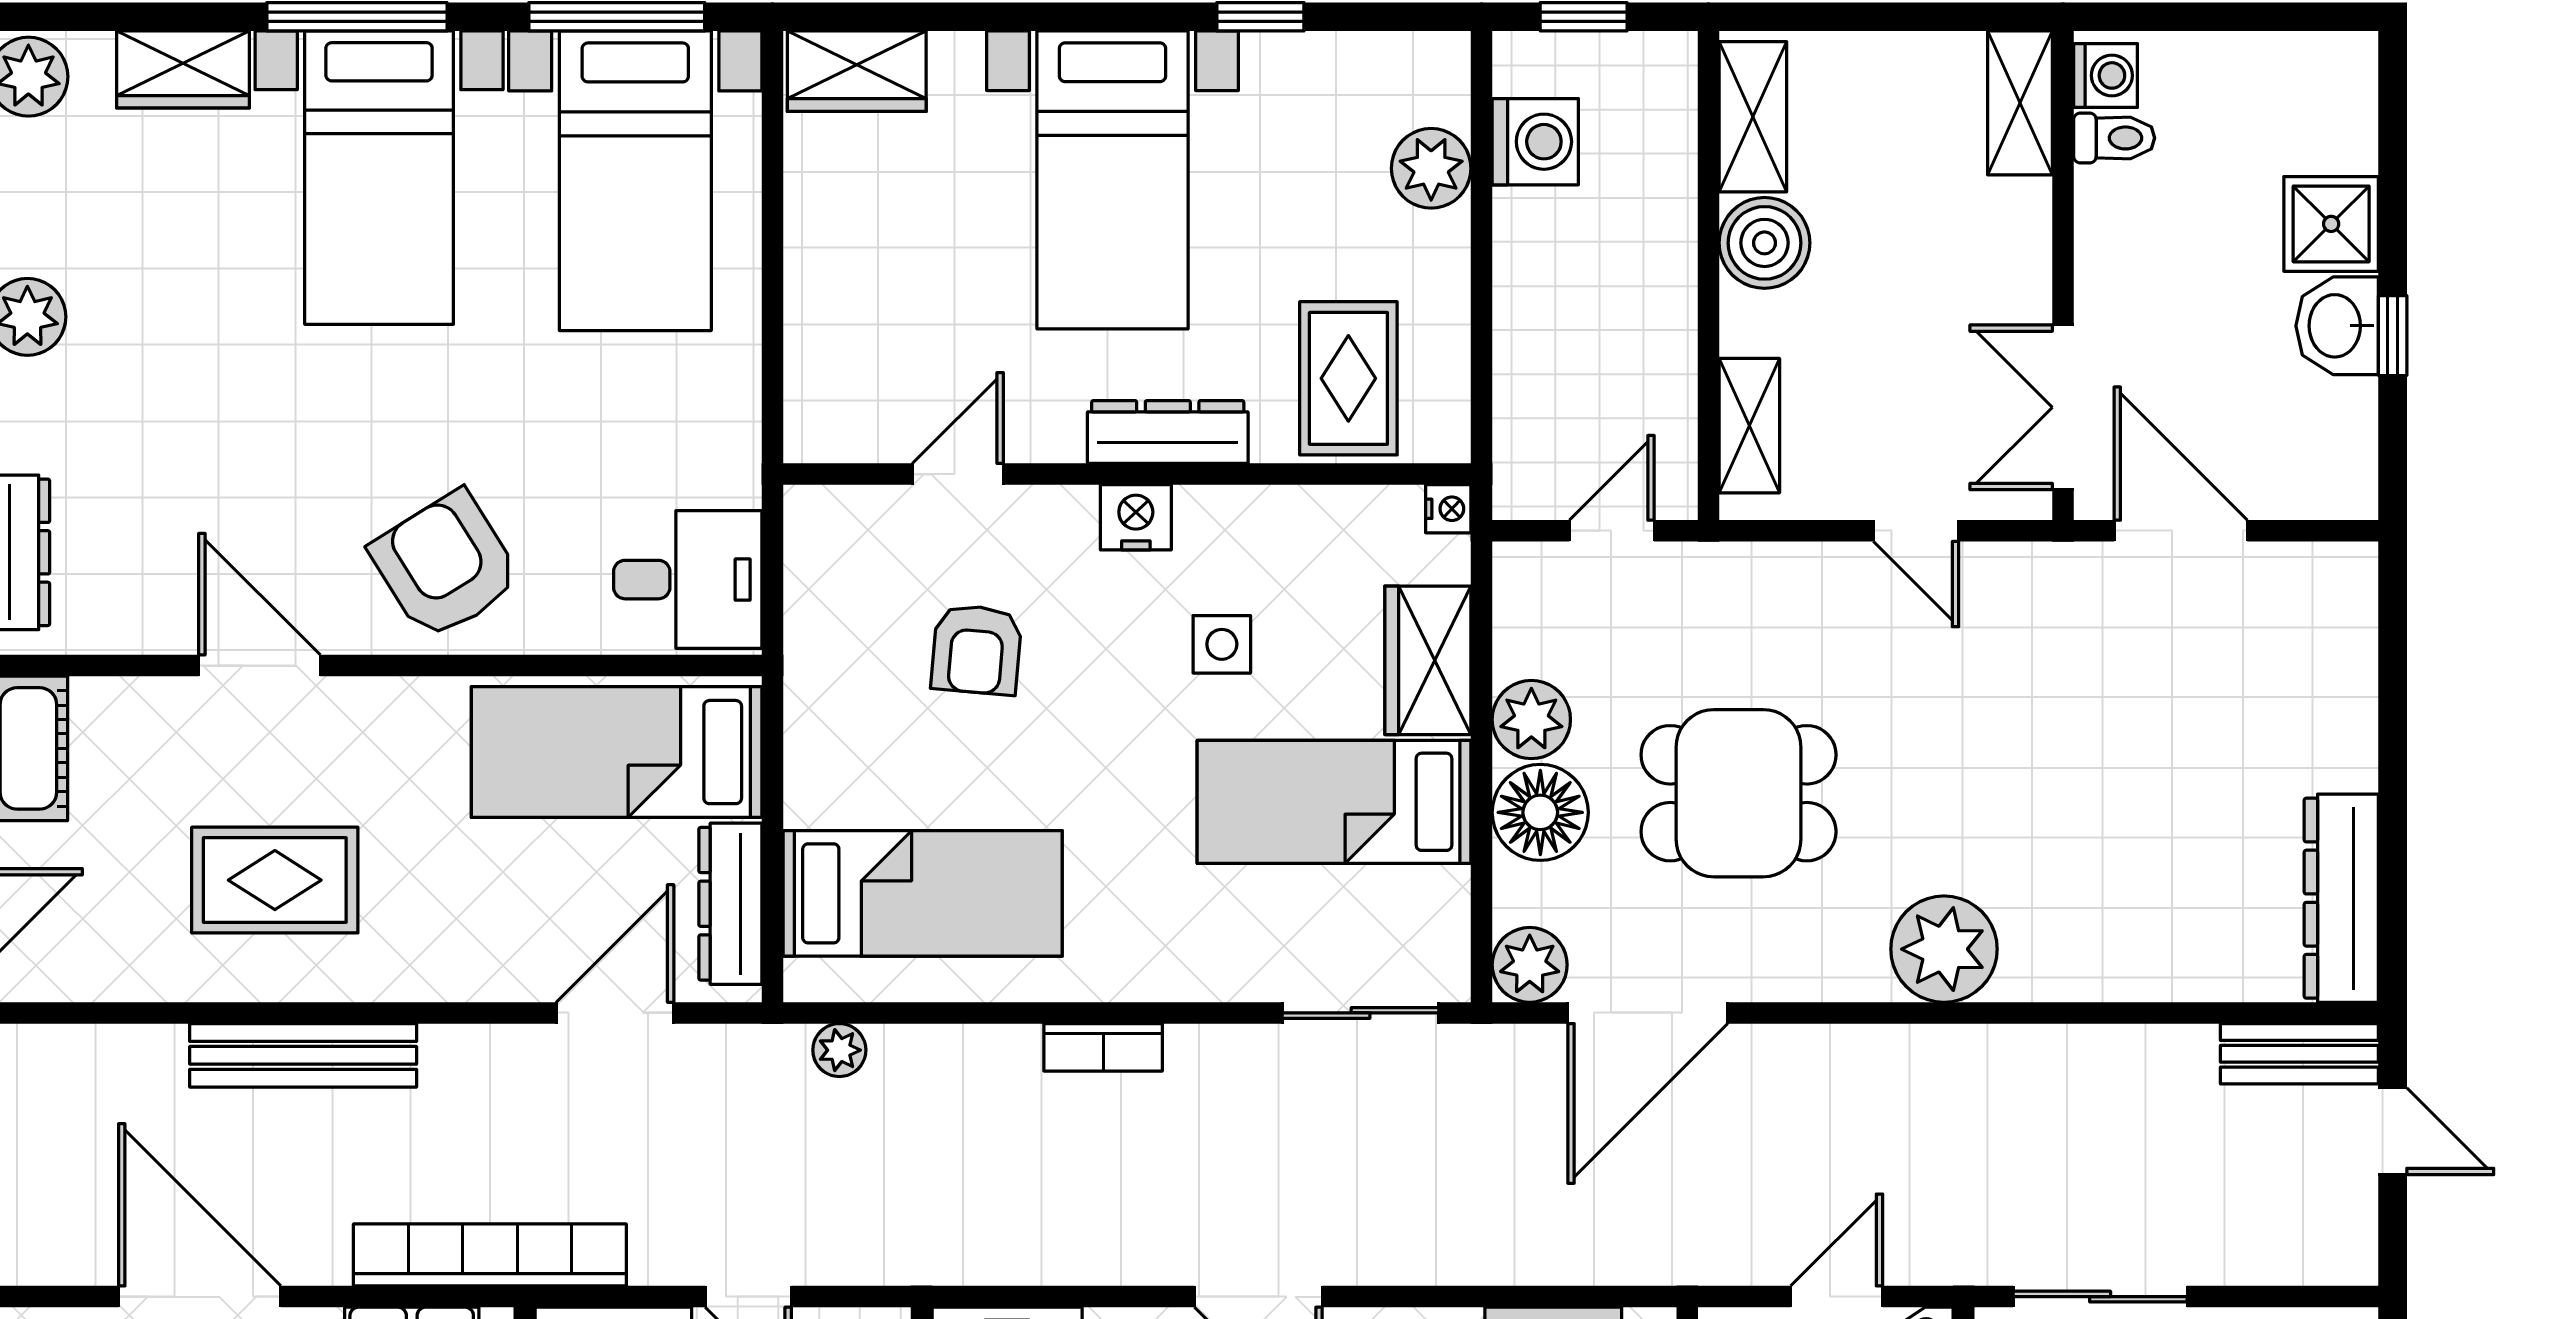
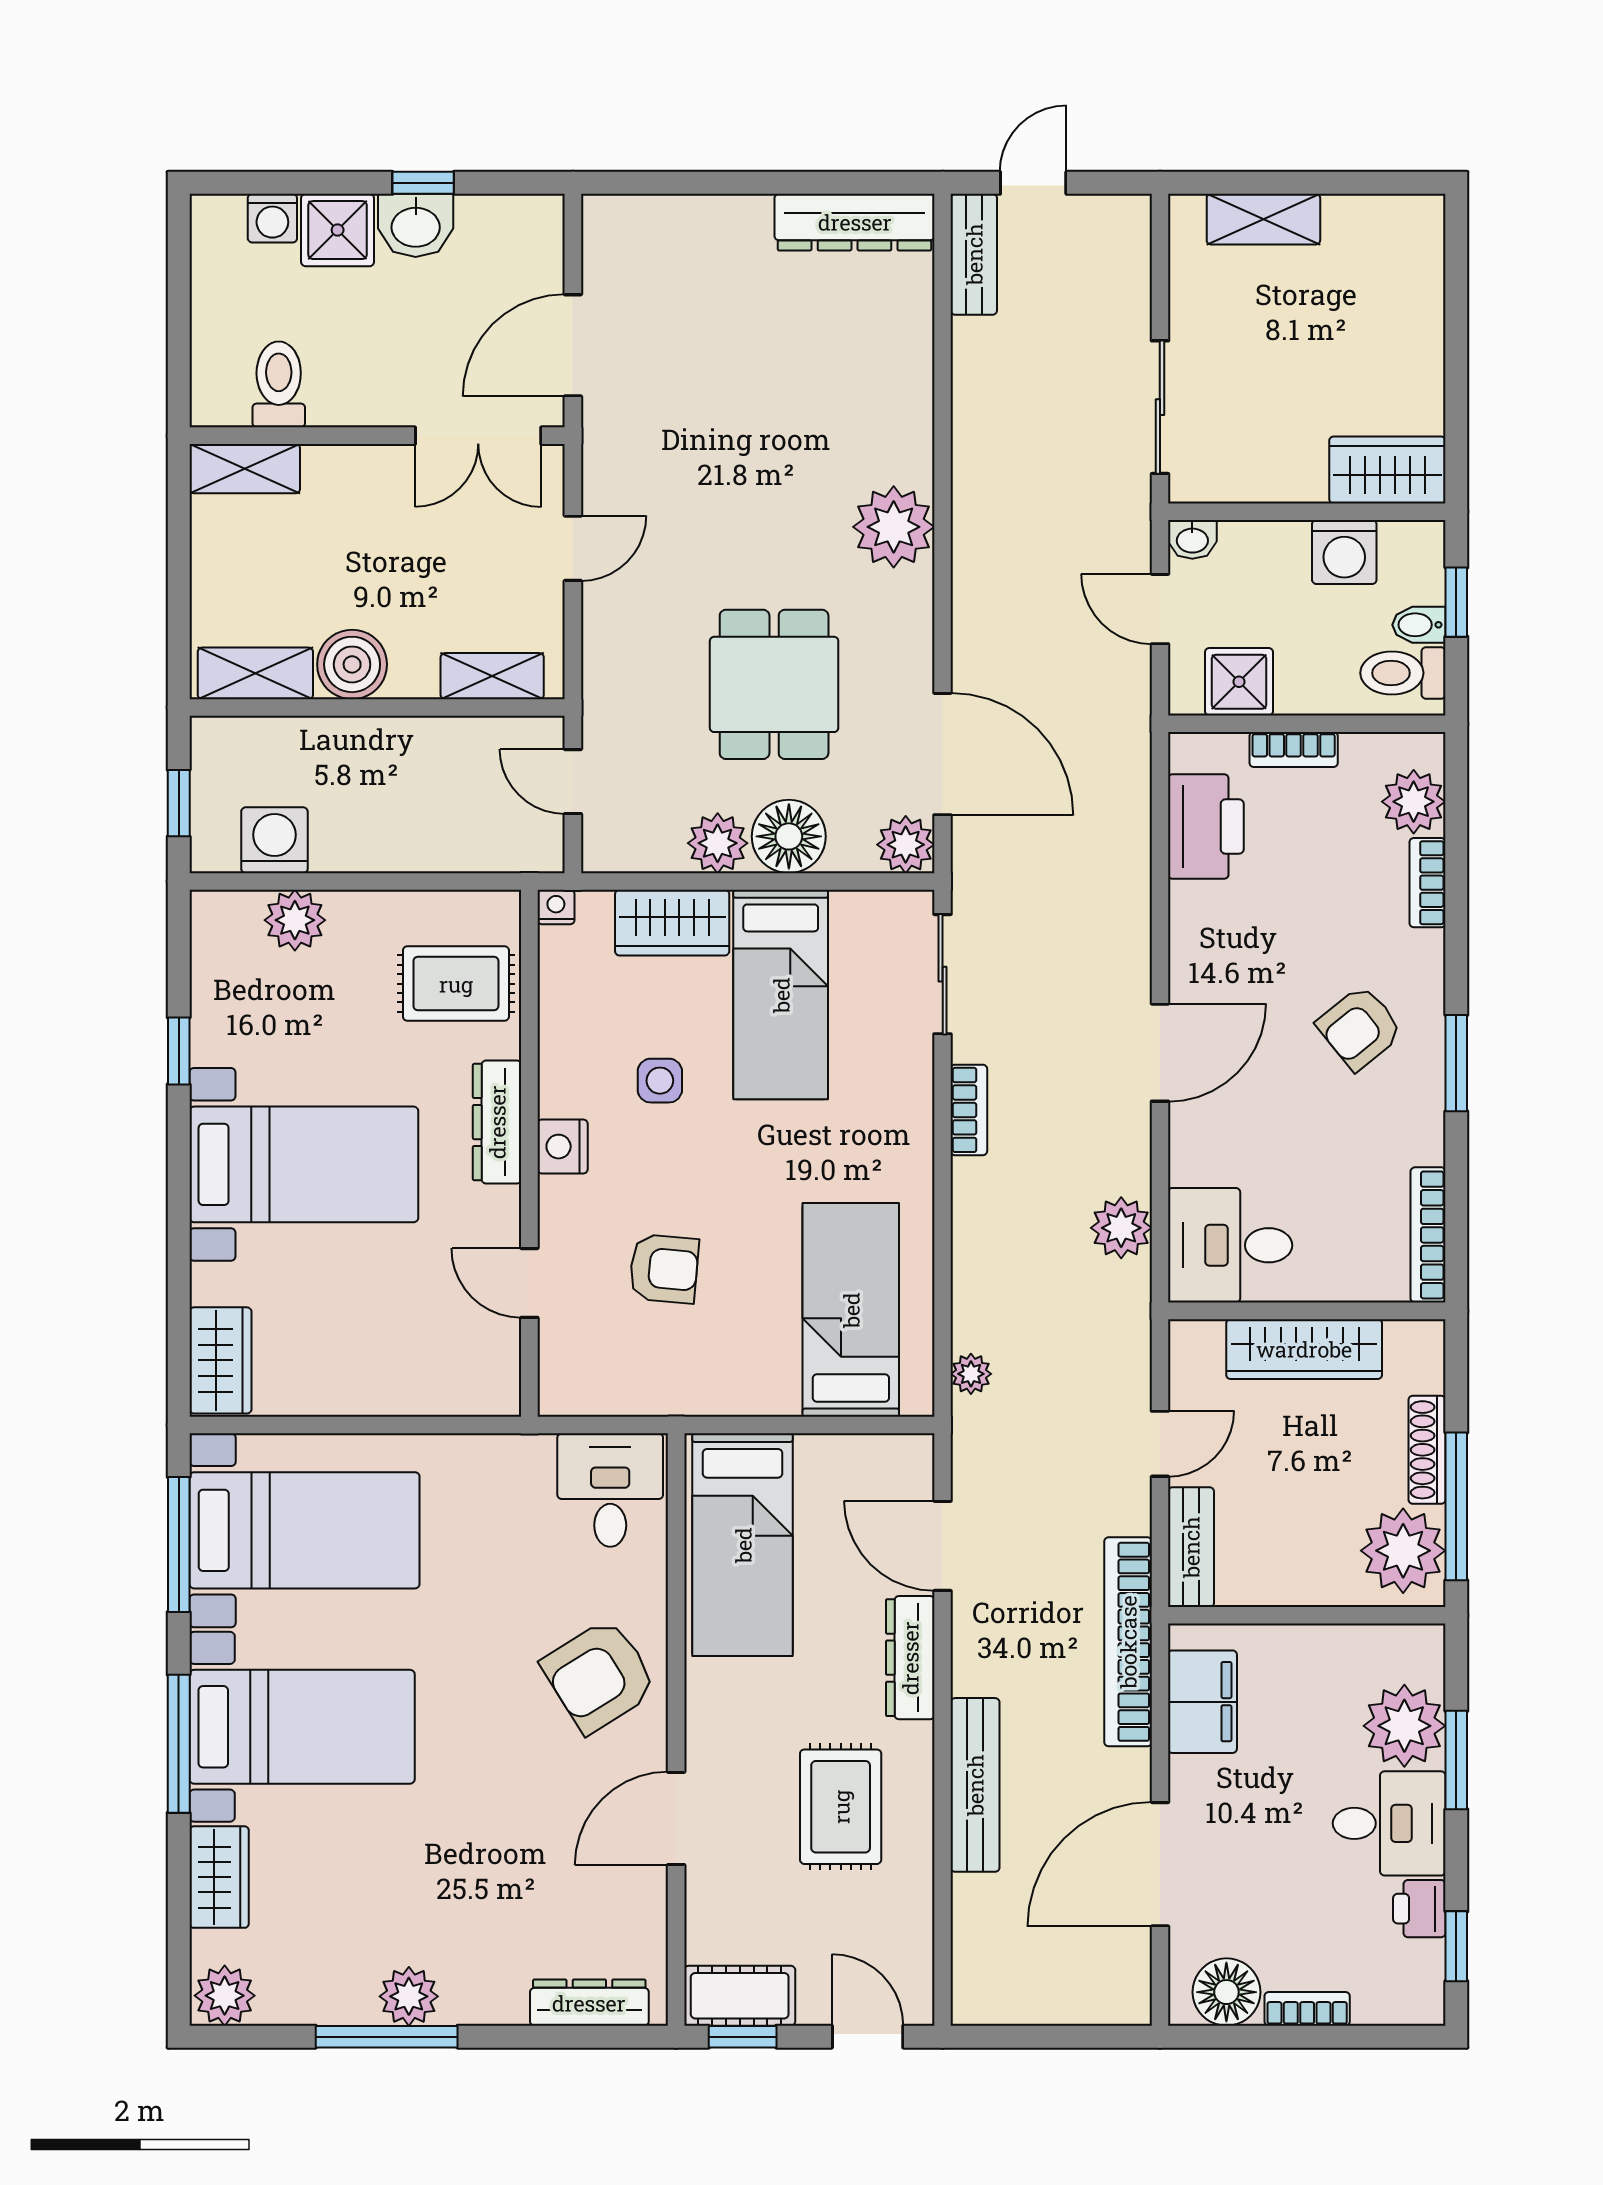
washing machine: (2106, 75) -> (272, 218), moved, turned 180
toilet: (2114, 138) -> (279, 384), width x1.37, depth x1.39
dresser: (730, 904) -> (910, 1658), moved, turned 90
bookcase: (1103, 1047) -> (969, 1110), moved
plant: (1030, 1246) -> (1121, 1228), added

